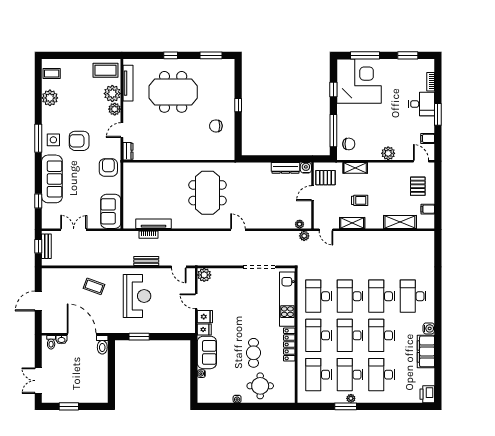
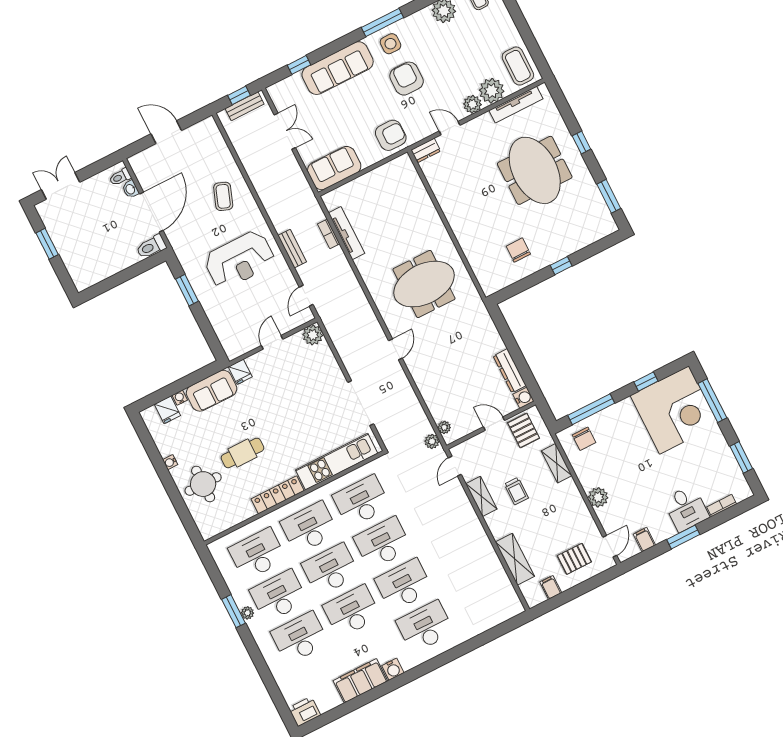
fridge: (205, 317) -> (167, 410), moved

